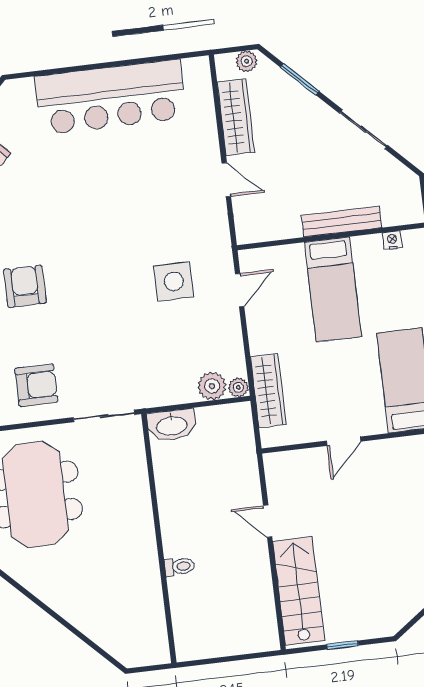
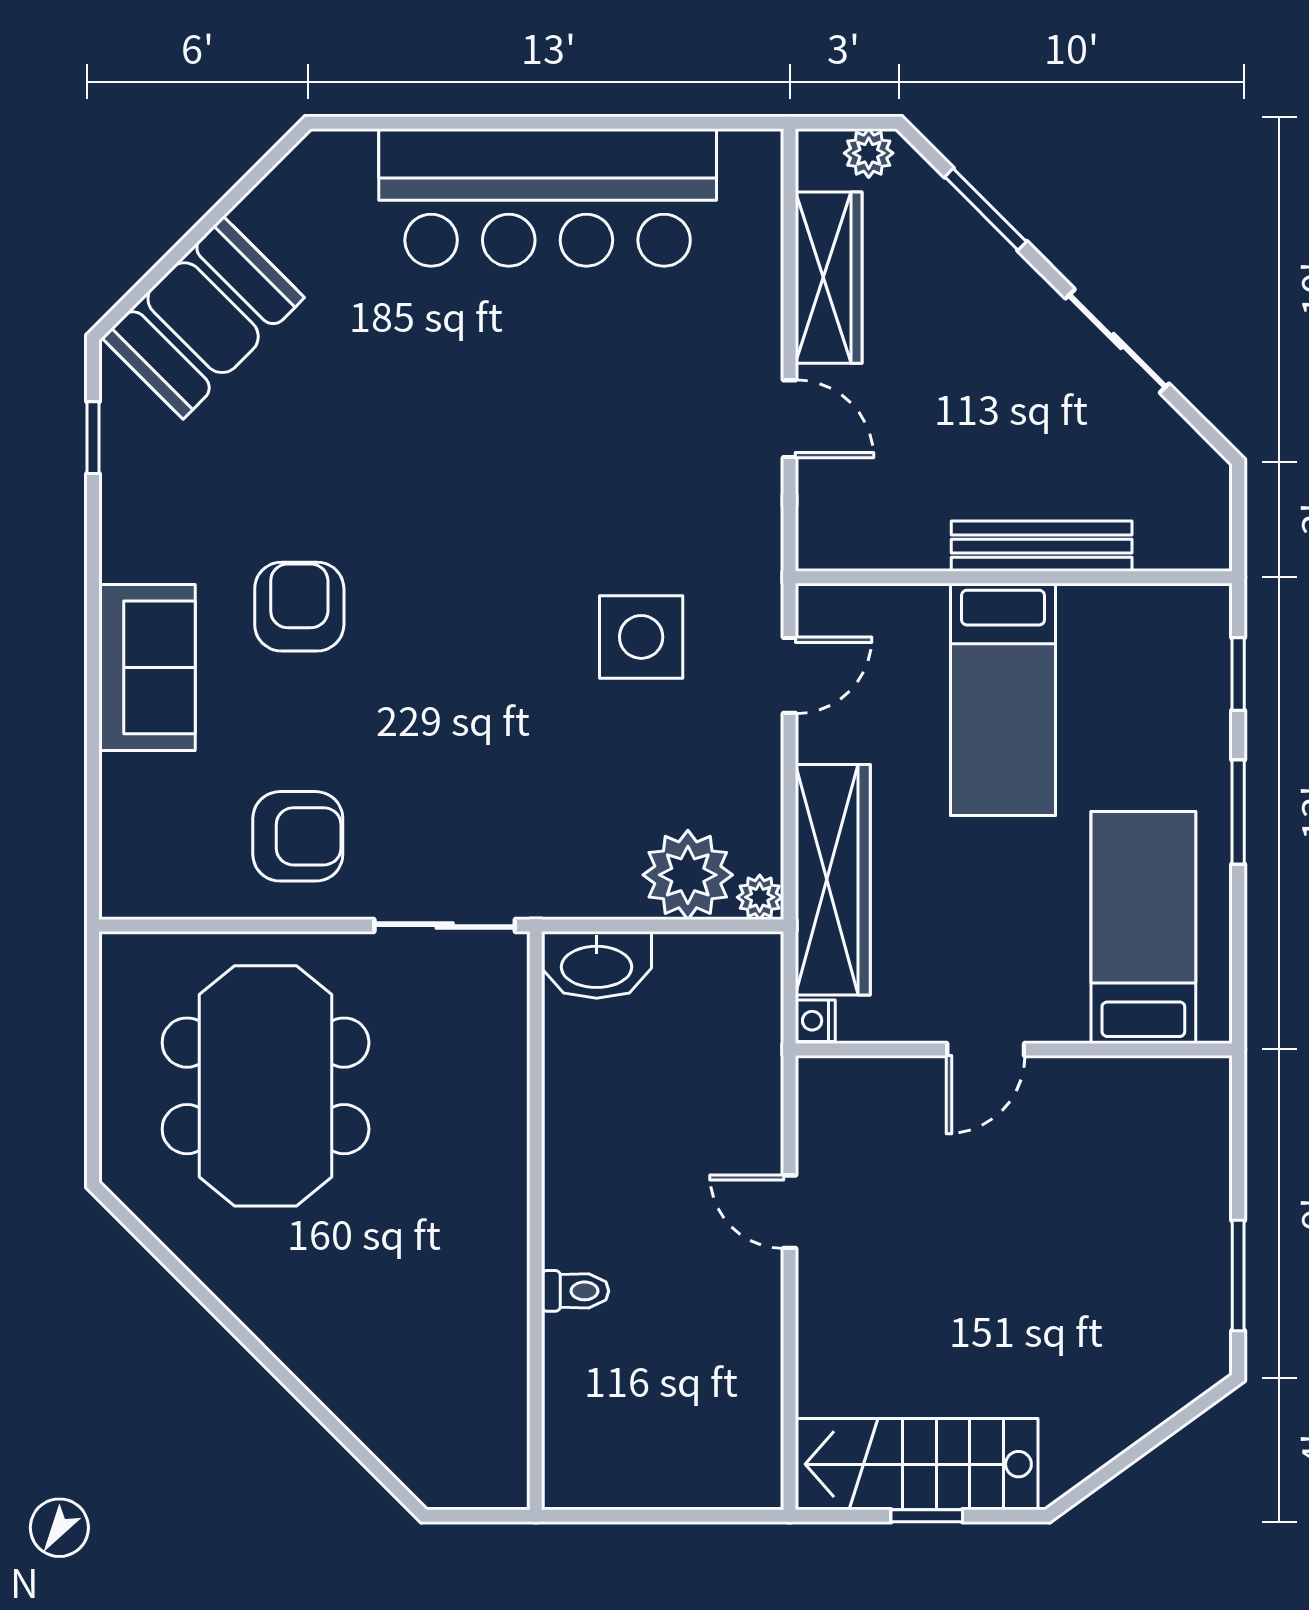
nightstand: (392, 240) -> (815, 1021), moved, turned -90
plant: (212, 386) -> (688, 875), width x1.36, depth x1.36
wardrobe: (268, 391) -> (833, 880), width x1.40, depth x1.17
stairs: (299, 591) -> (917, 1464), moved, turned -90

